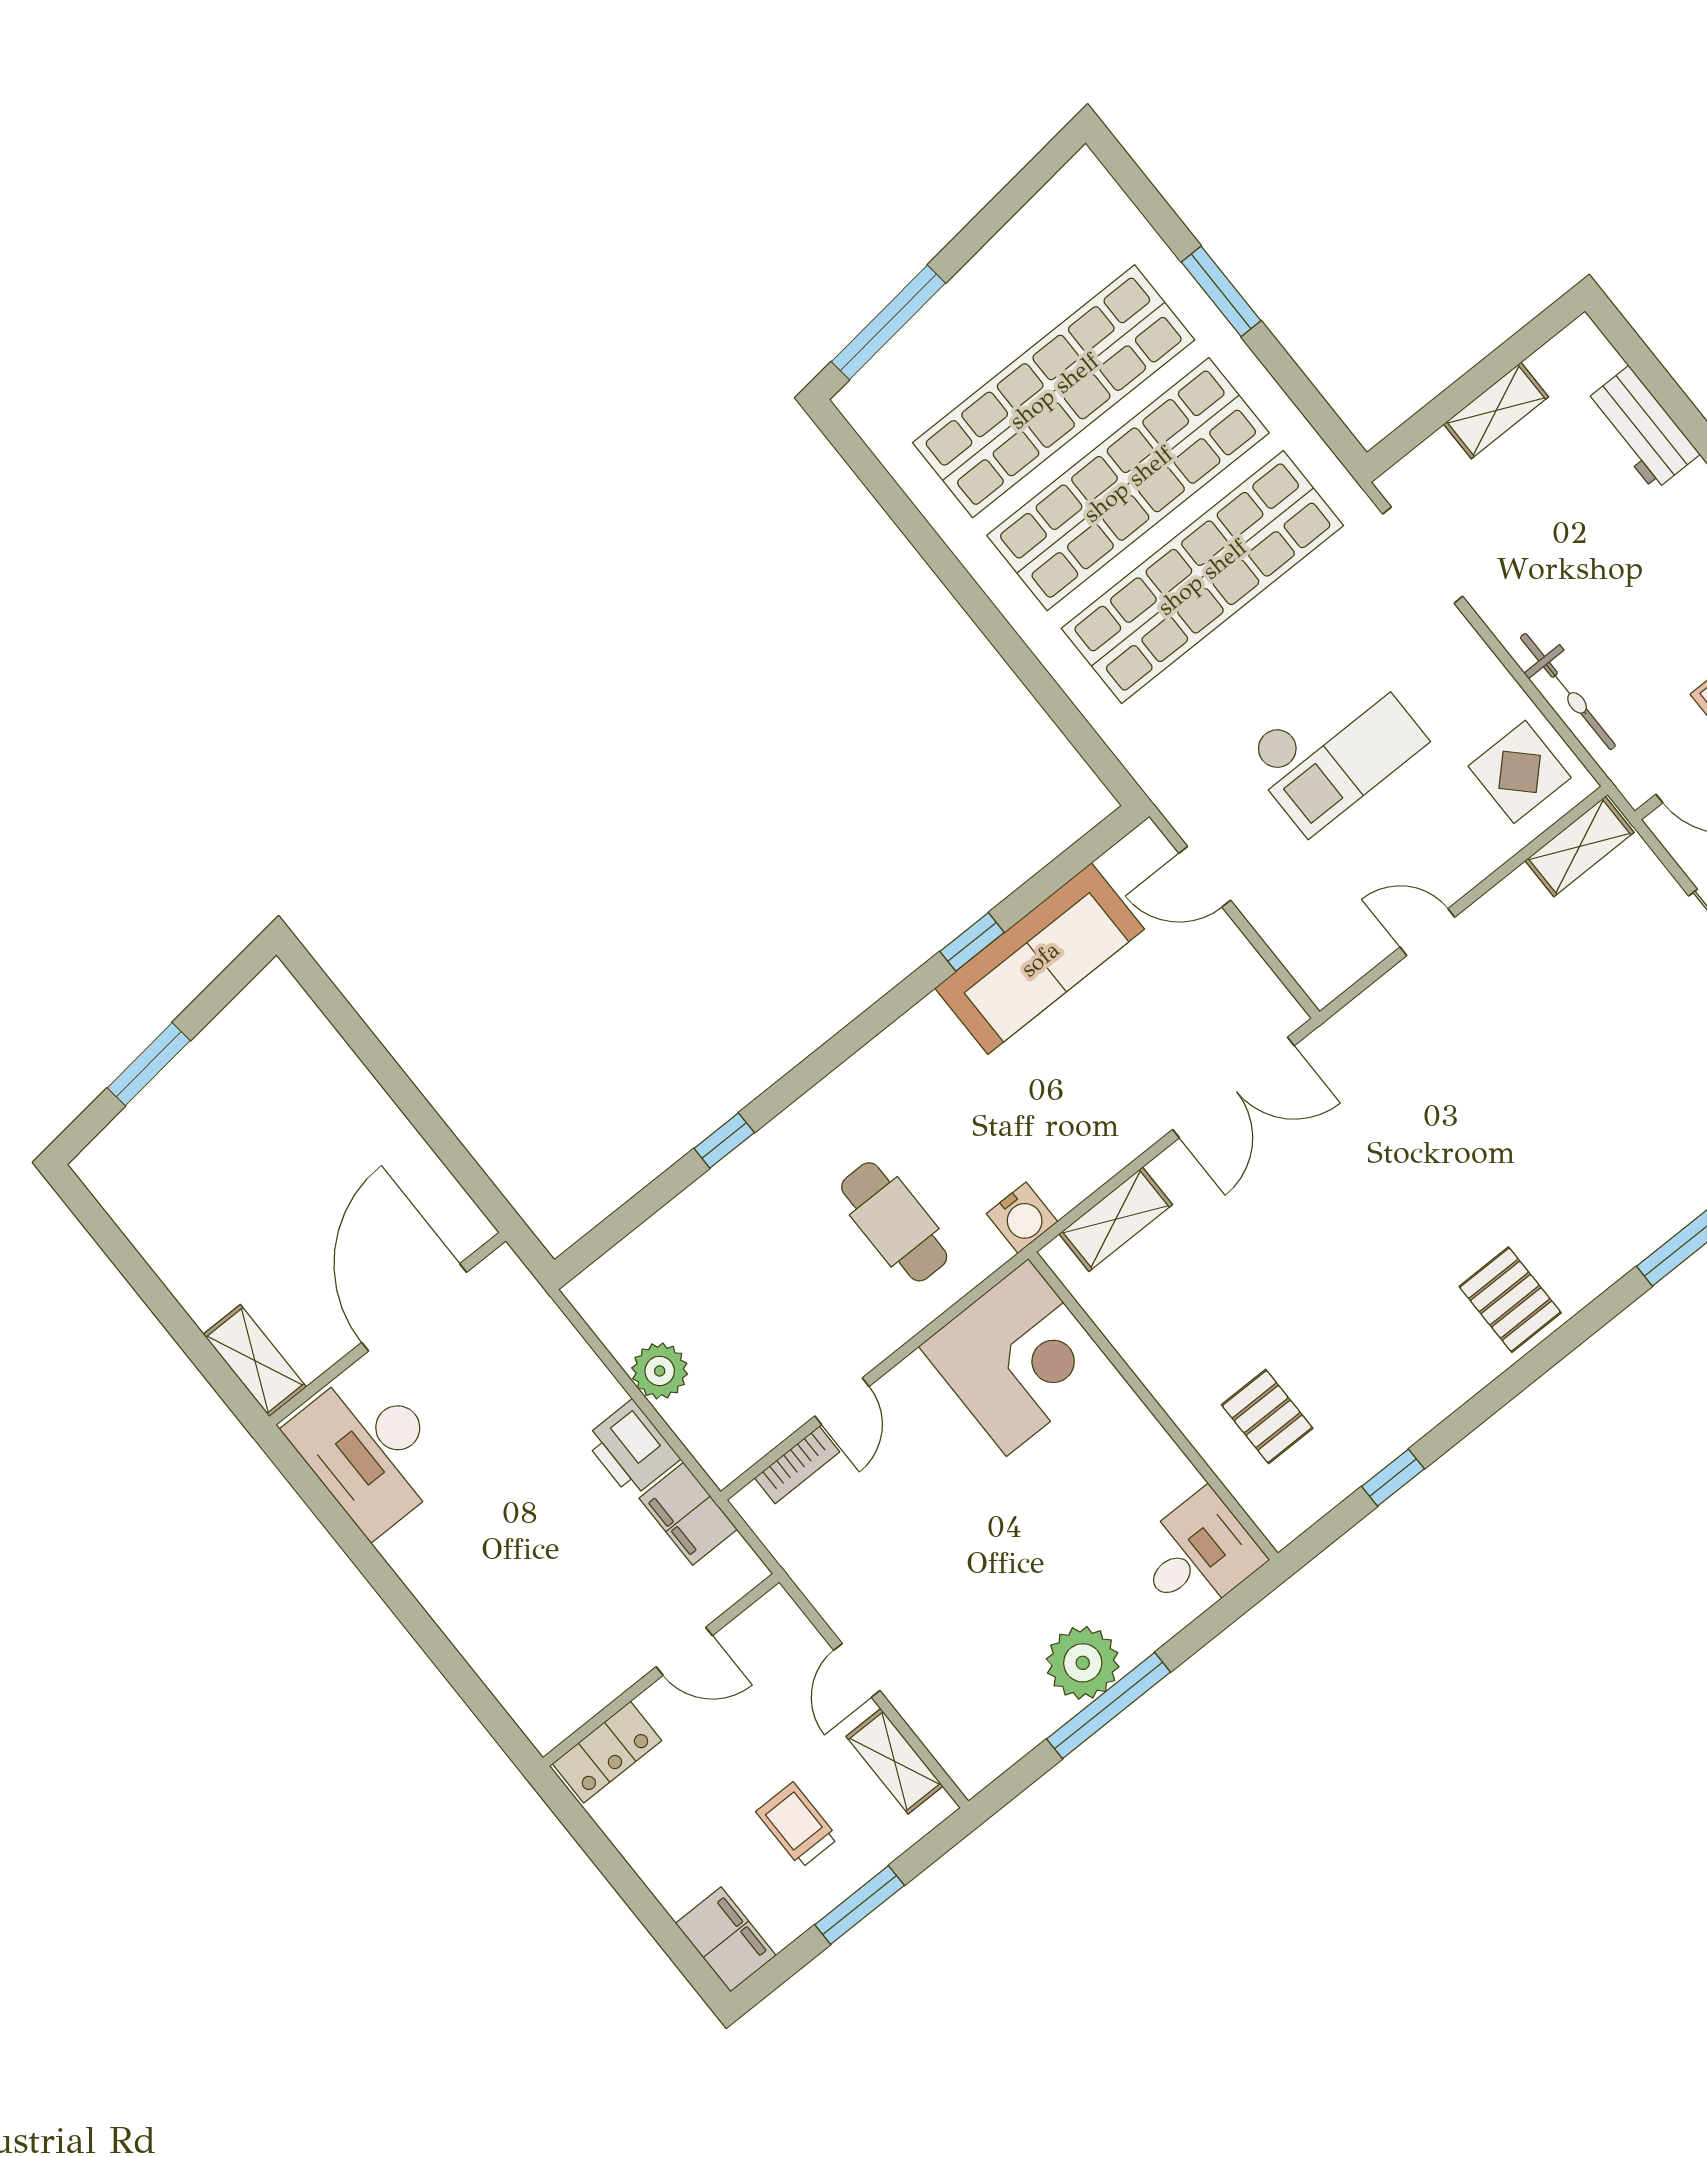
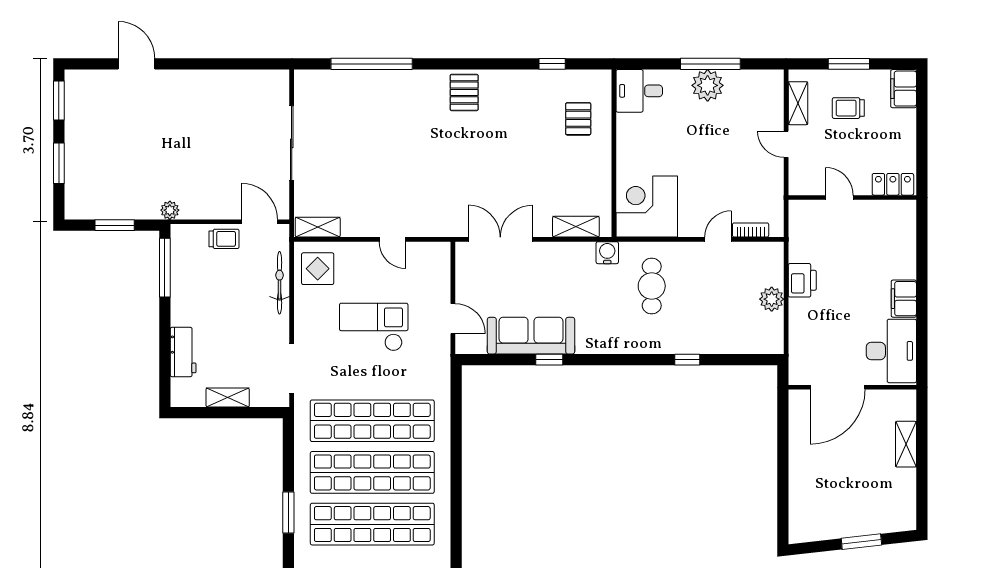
shelving: (255, 1361) -> (906, 444), moved
filing cabinet: (688, 1514) -> (904, 299), moved, turned 180
door: (857, 1670) -> (786, 144), swing flipped
trolley: (797, 1825) -> (848, 108), turned 90

